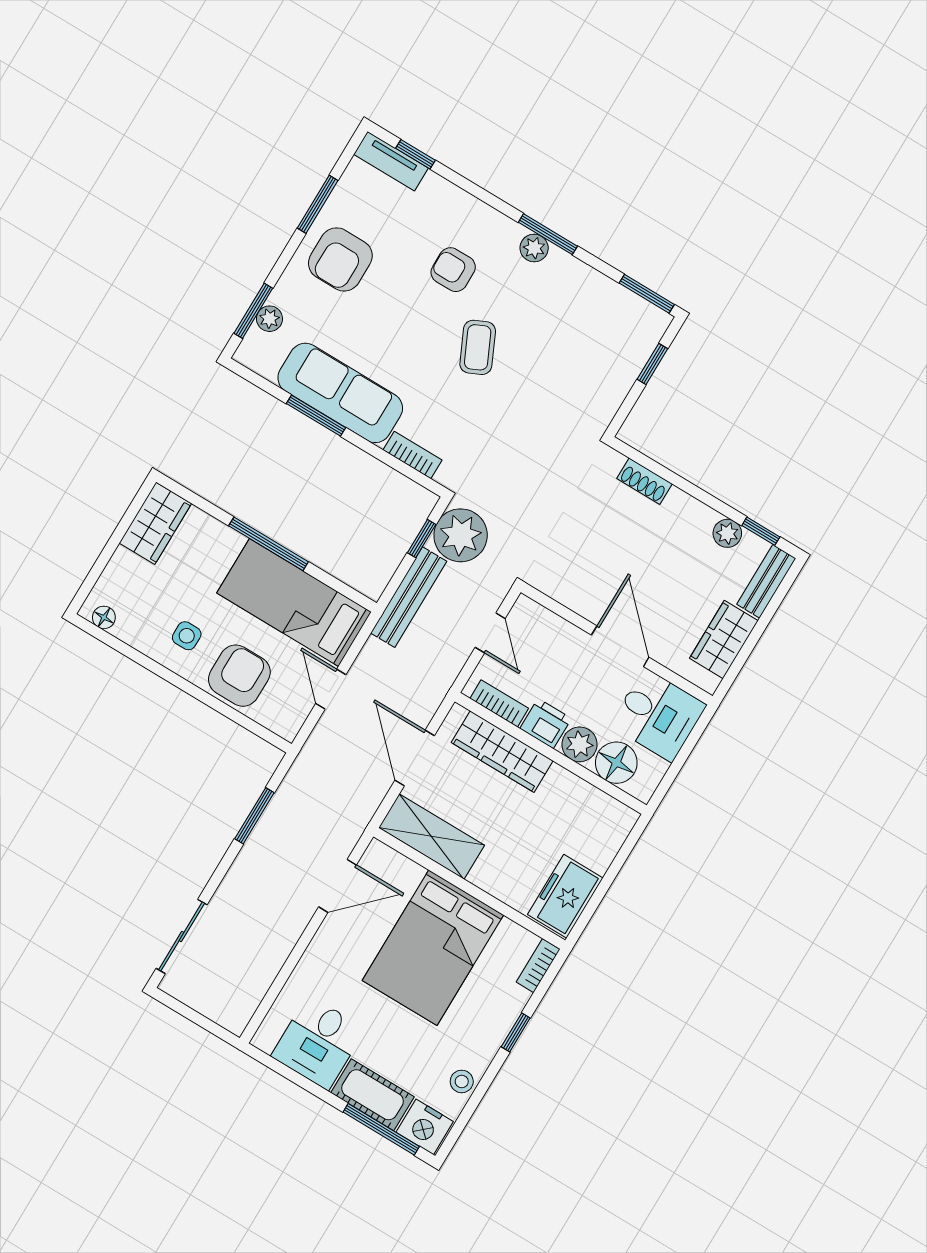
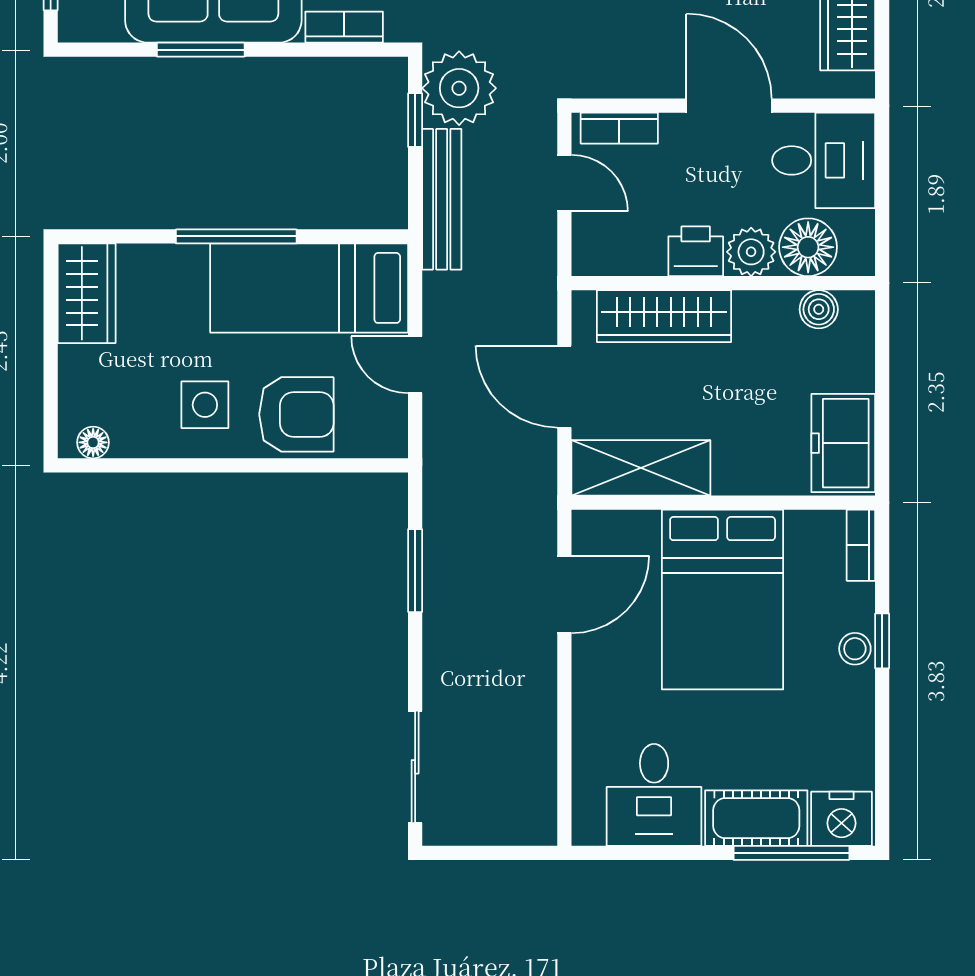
side table: (187, 636) -> (205, 405), width x1.37, depth x1.37
armchair: (239, 676) -> (296, 414), turned 90
bookcase: (499, 703) -> (619, 128), moved, turned 180
boiler: (600, 805) -> (819, 309), added
stool: (462, 1081) -> (855, 649), moved

